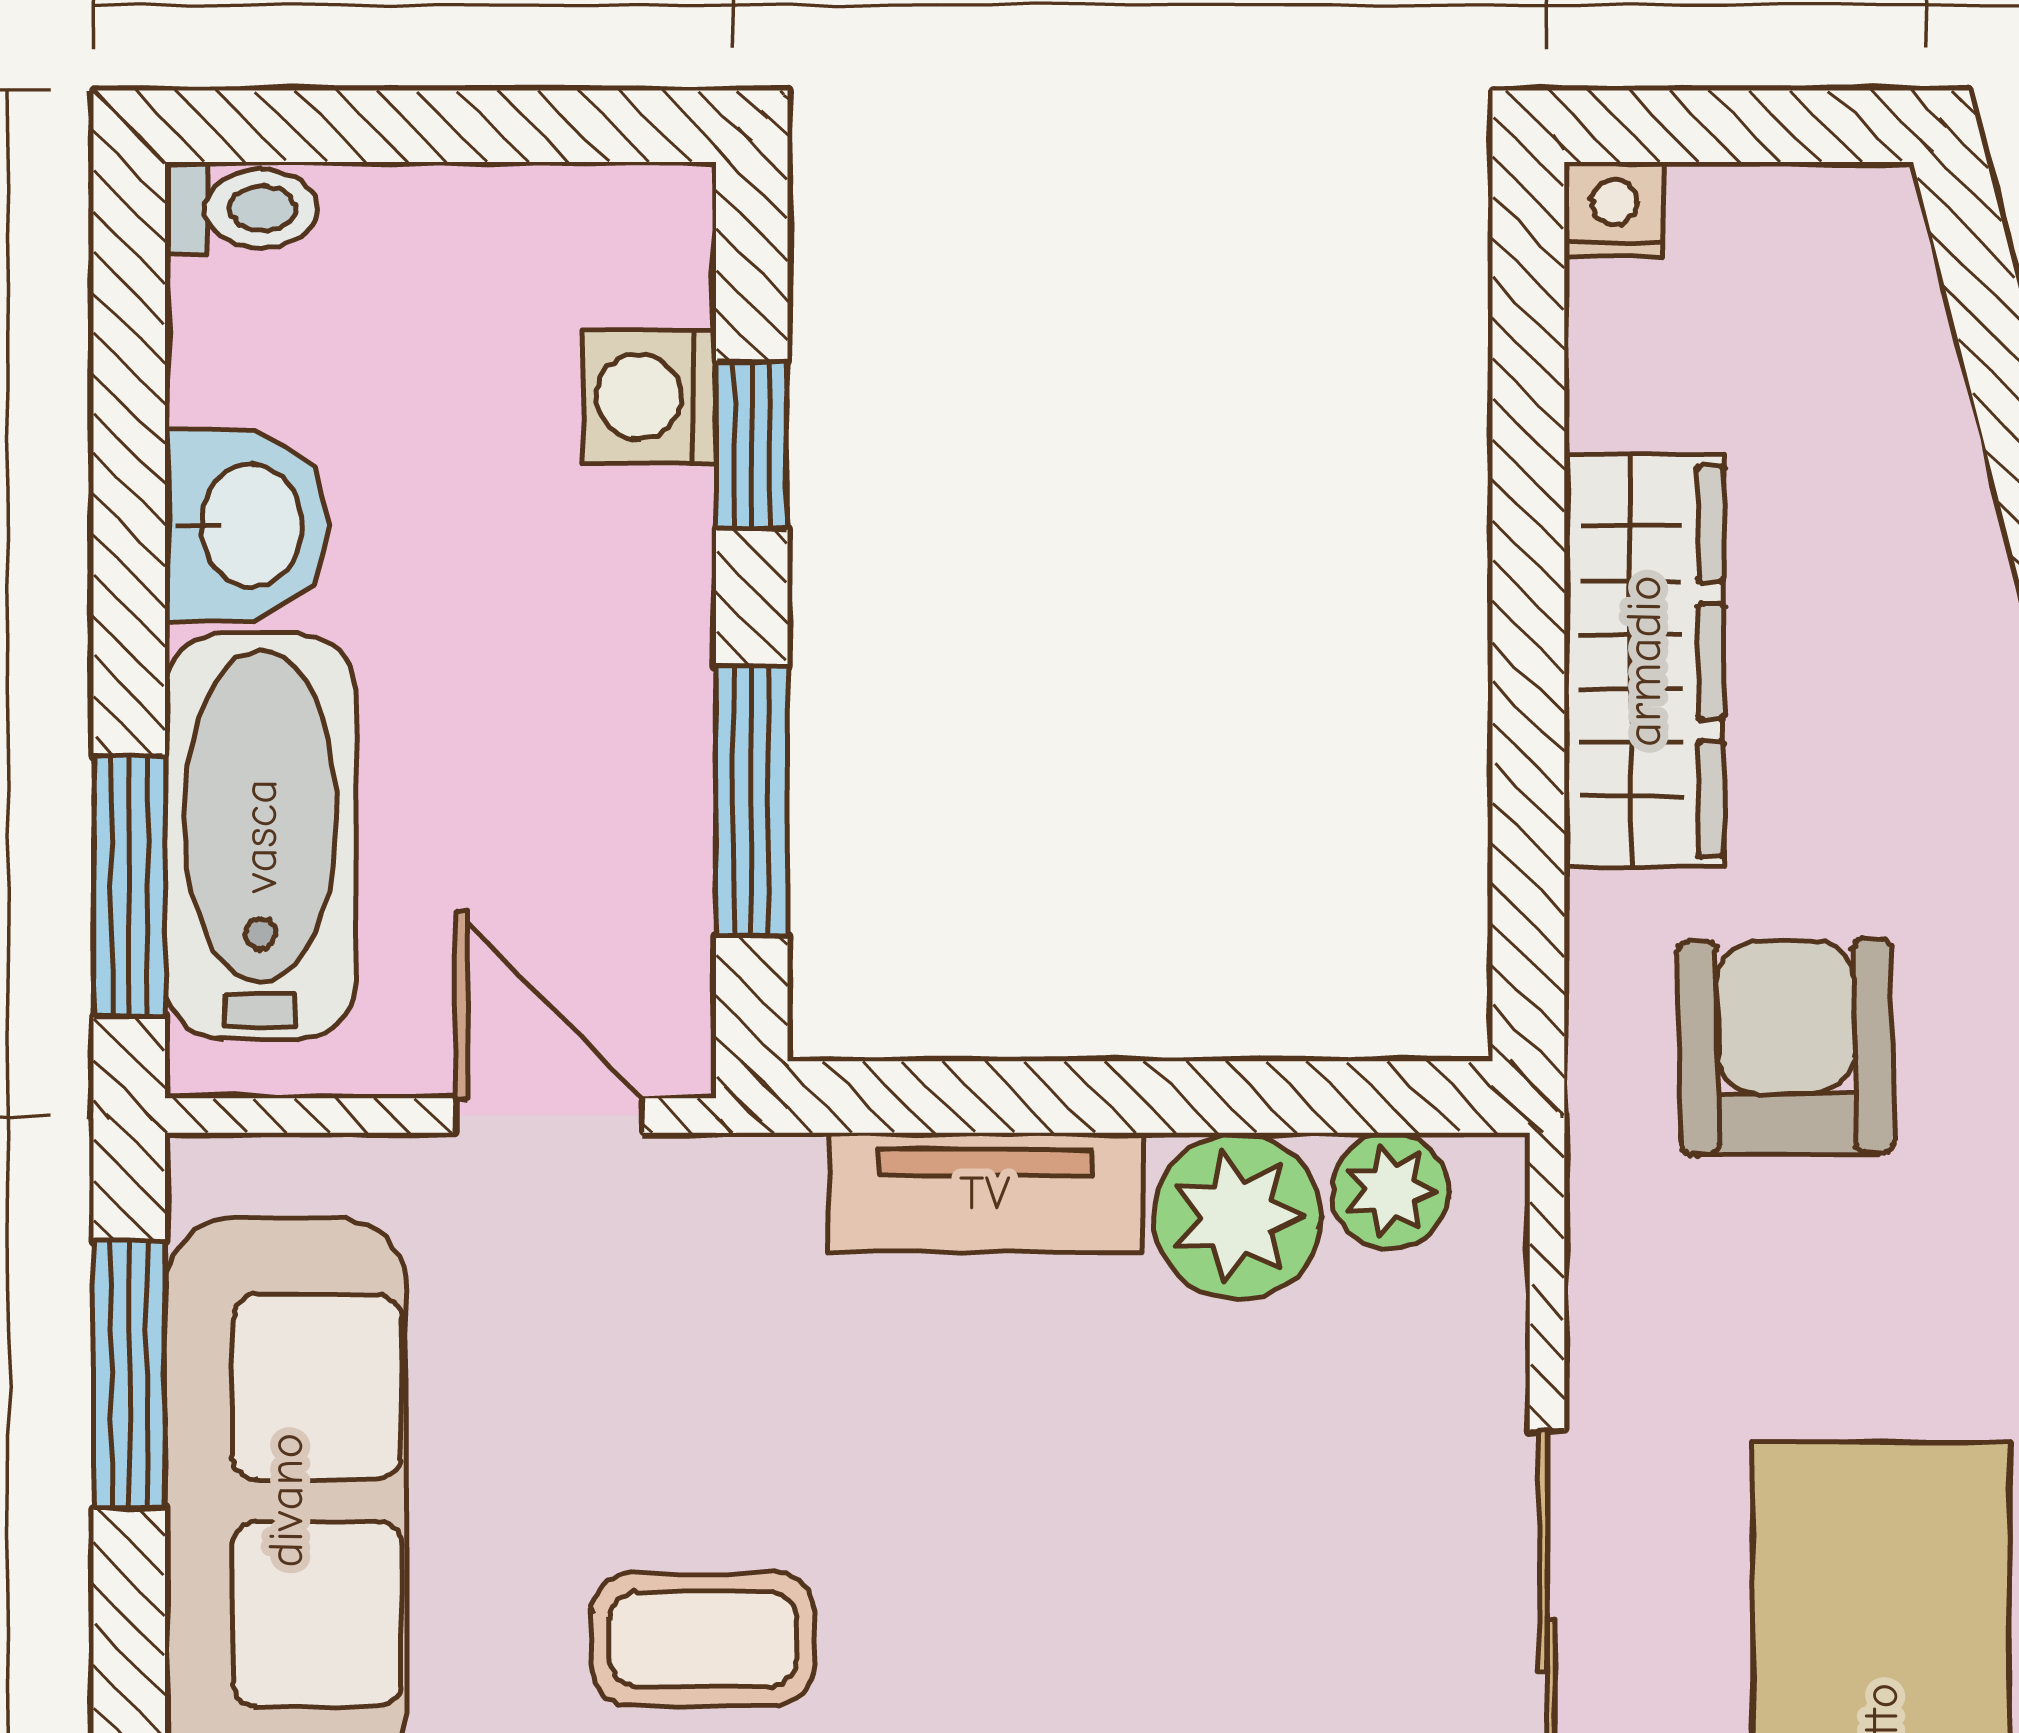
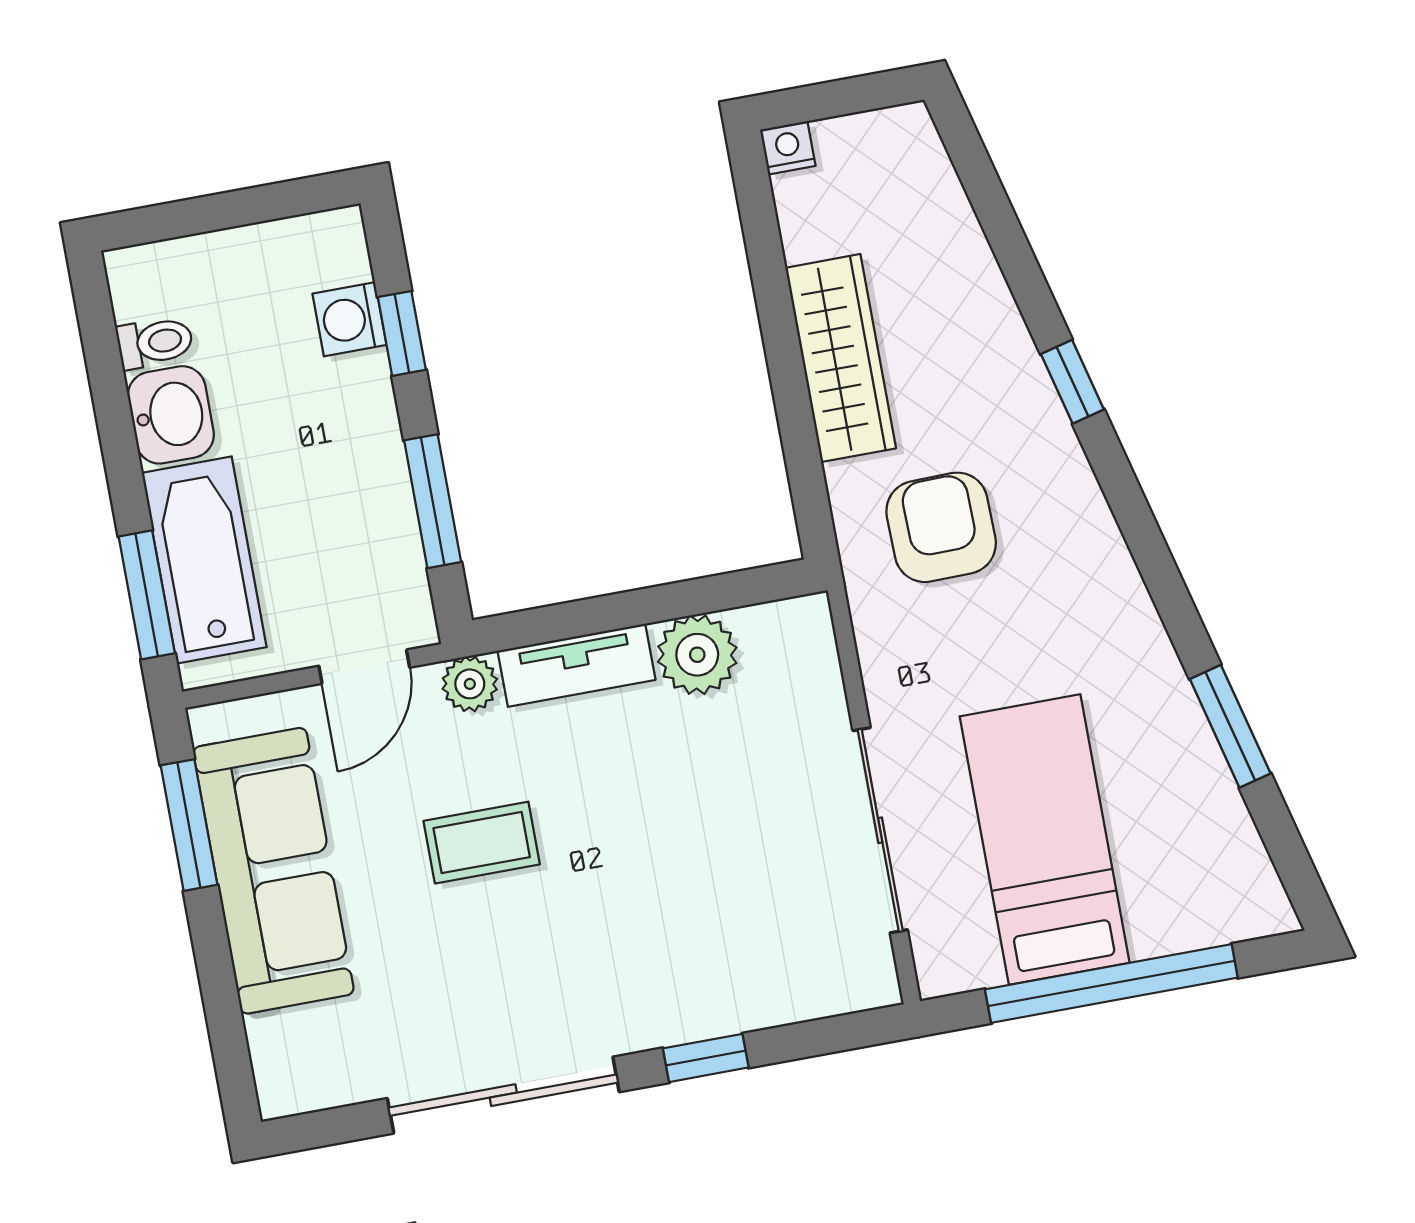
toilet: (241, 209) -> (155, 342), moved
door: (549, 1116) -> (364, 667), swing flipped
plant: (1391, 1191) -> (470, 684), moved
coffee table: (703, 1639) -> (482, 843), moved

